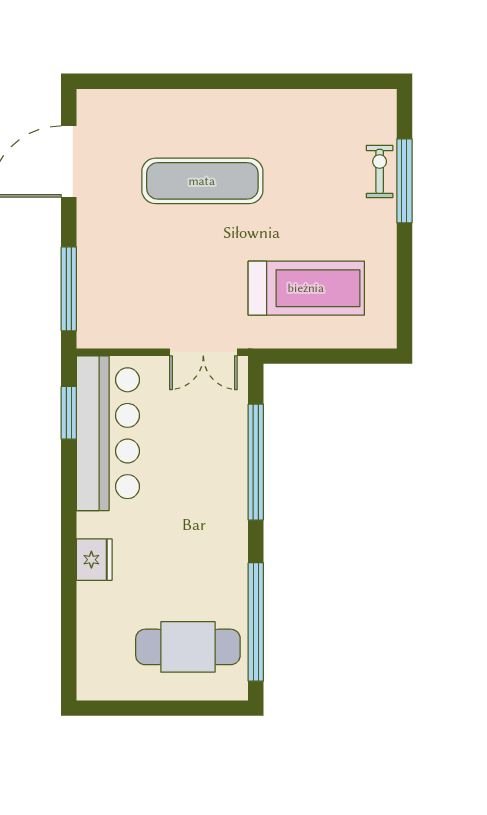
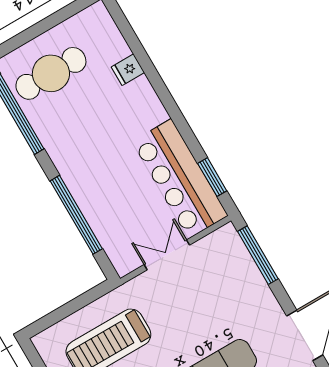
double door: (203, 352) -> (167, 255), moved
fridge: (94, 560) -> (128, 70), moved, width x0.72

